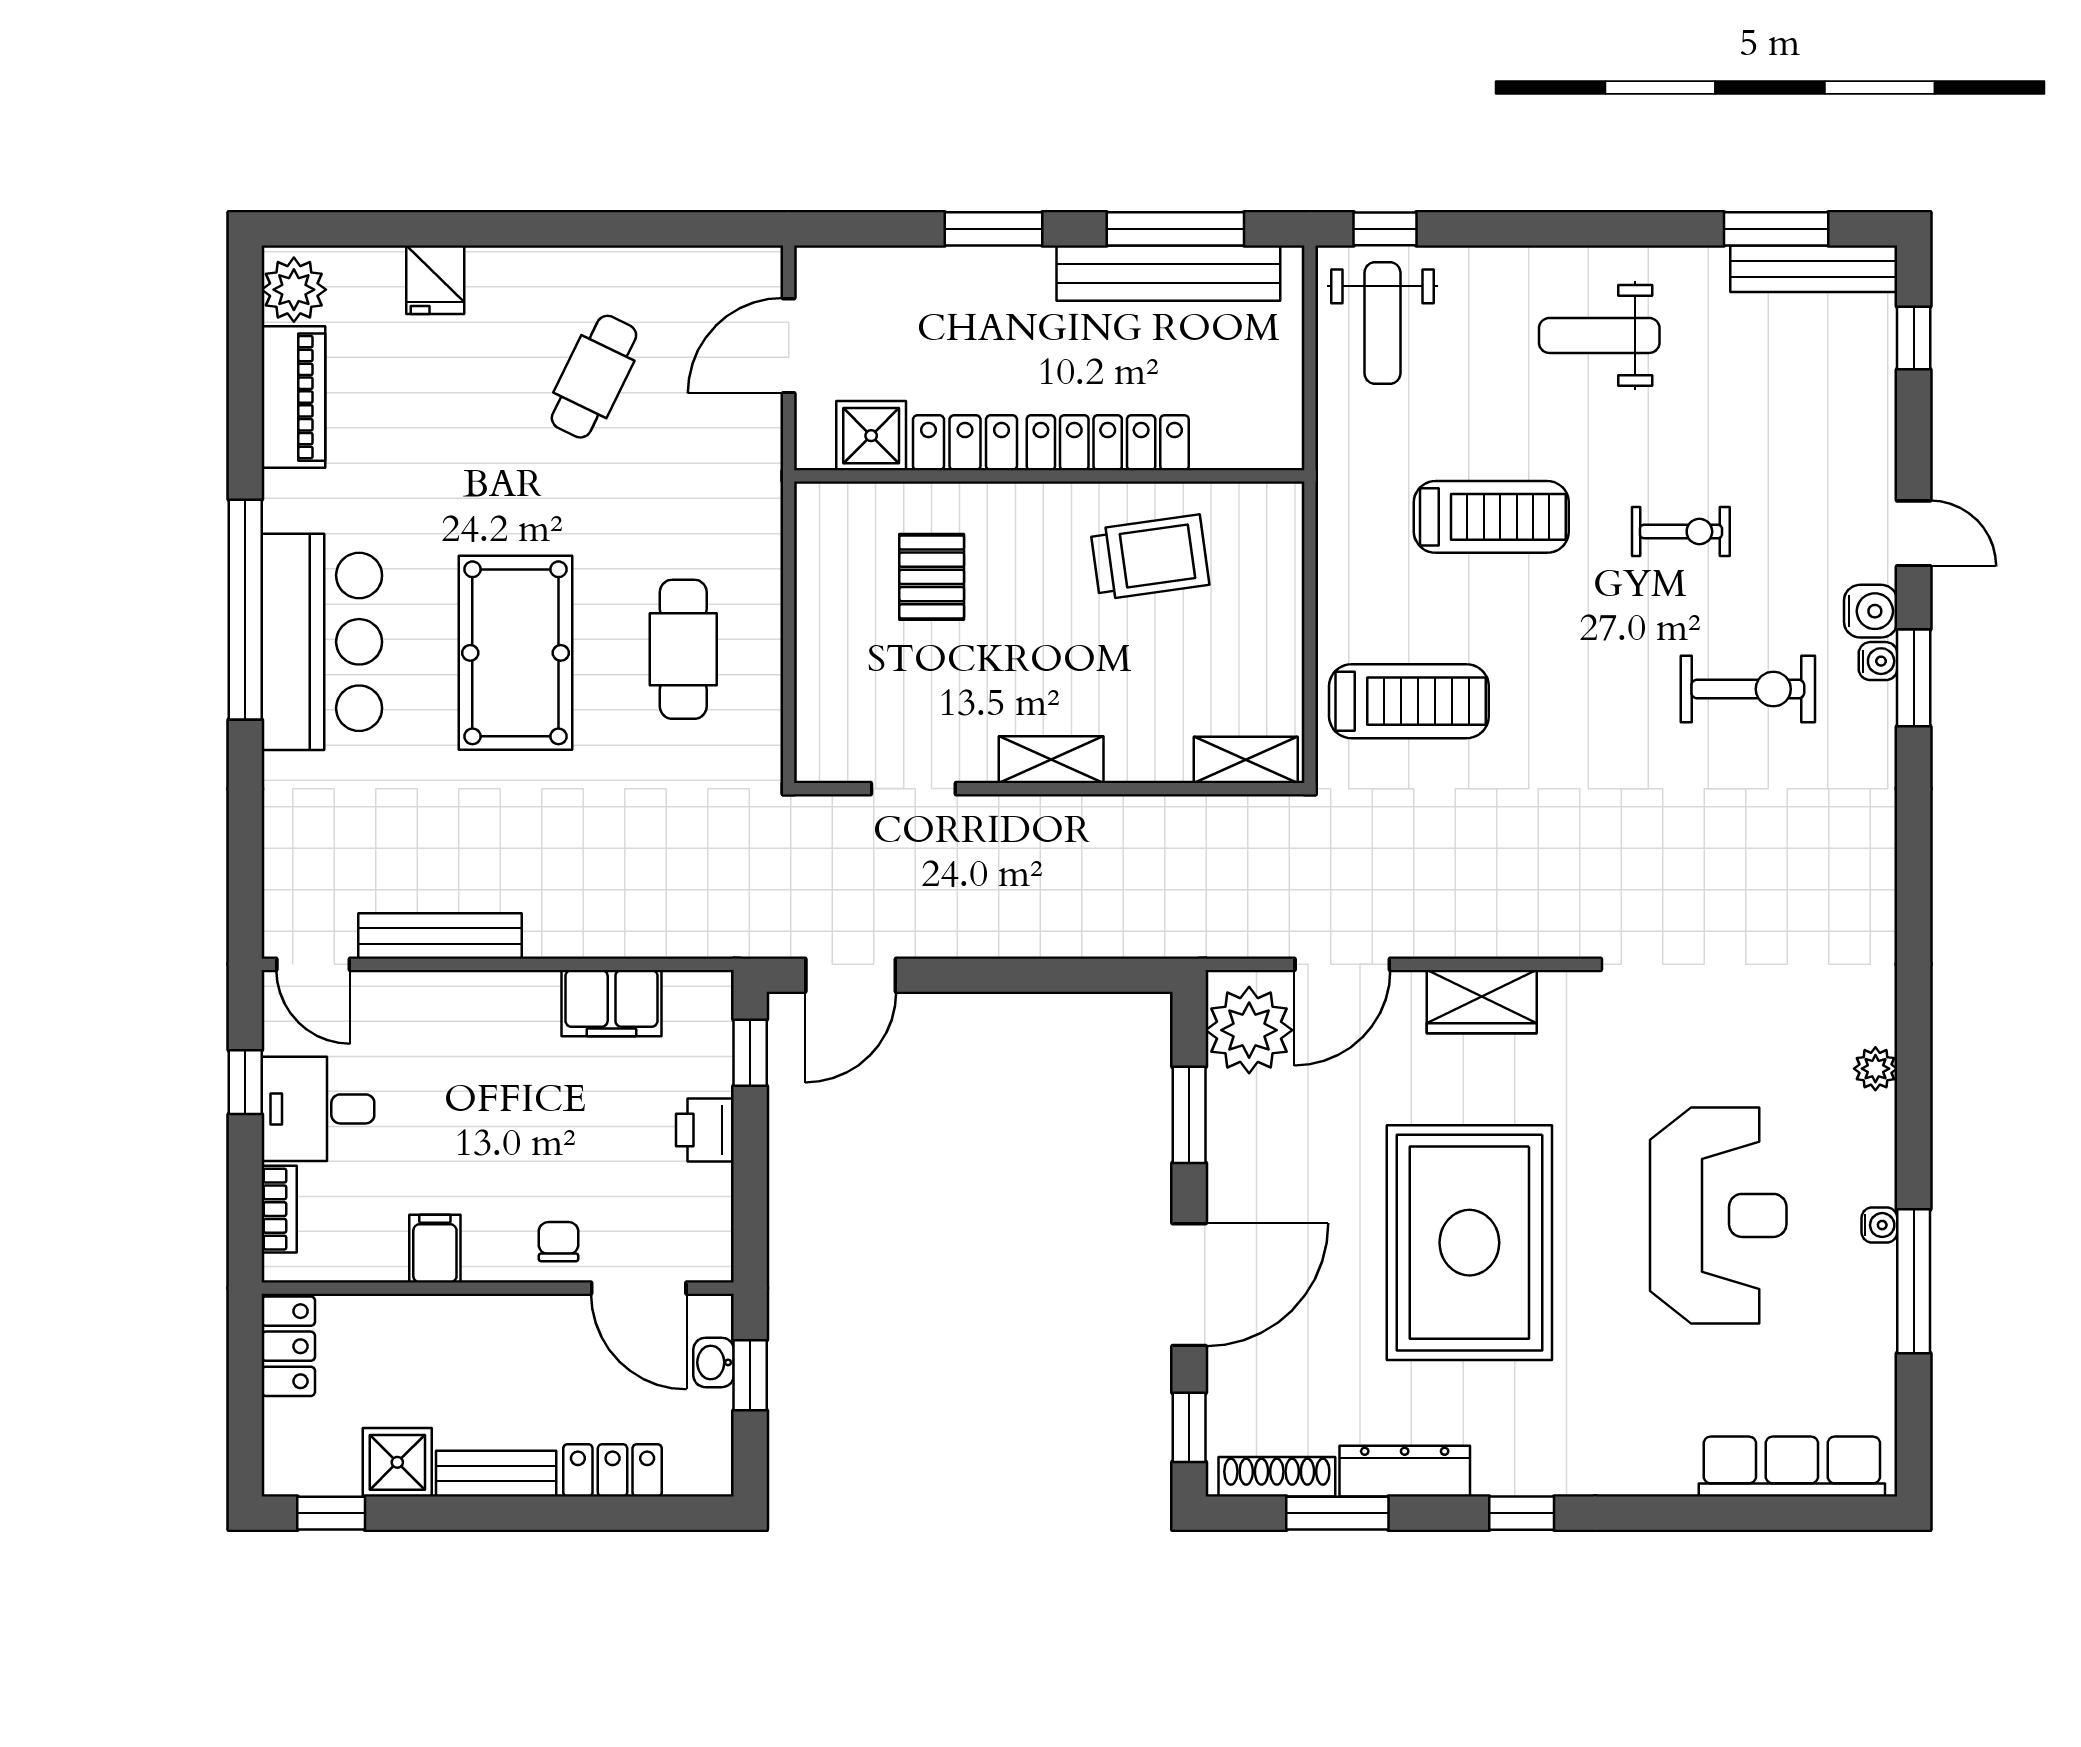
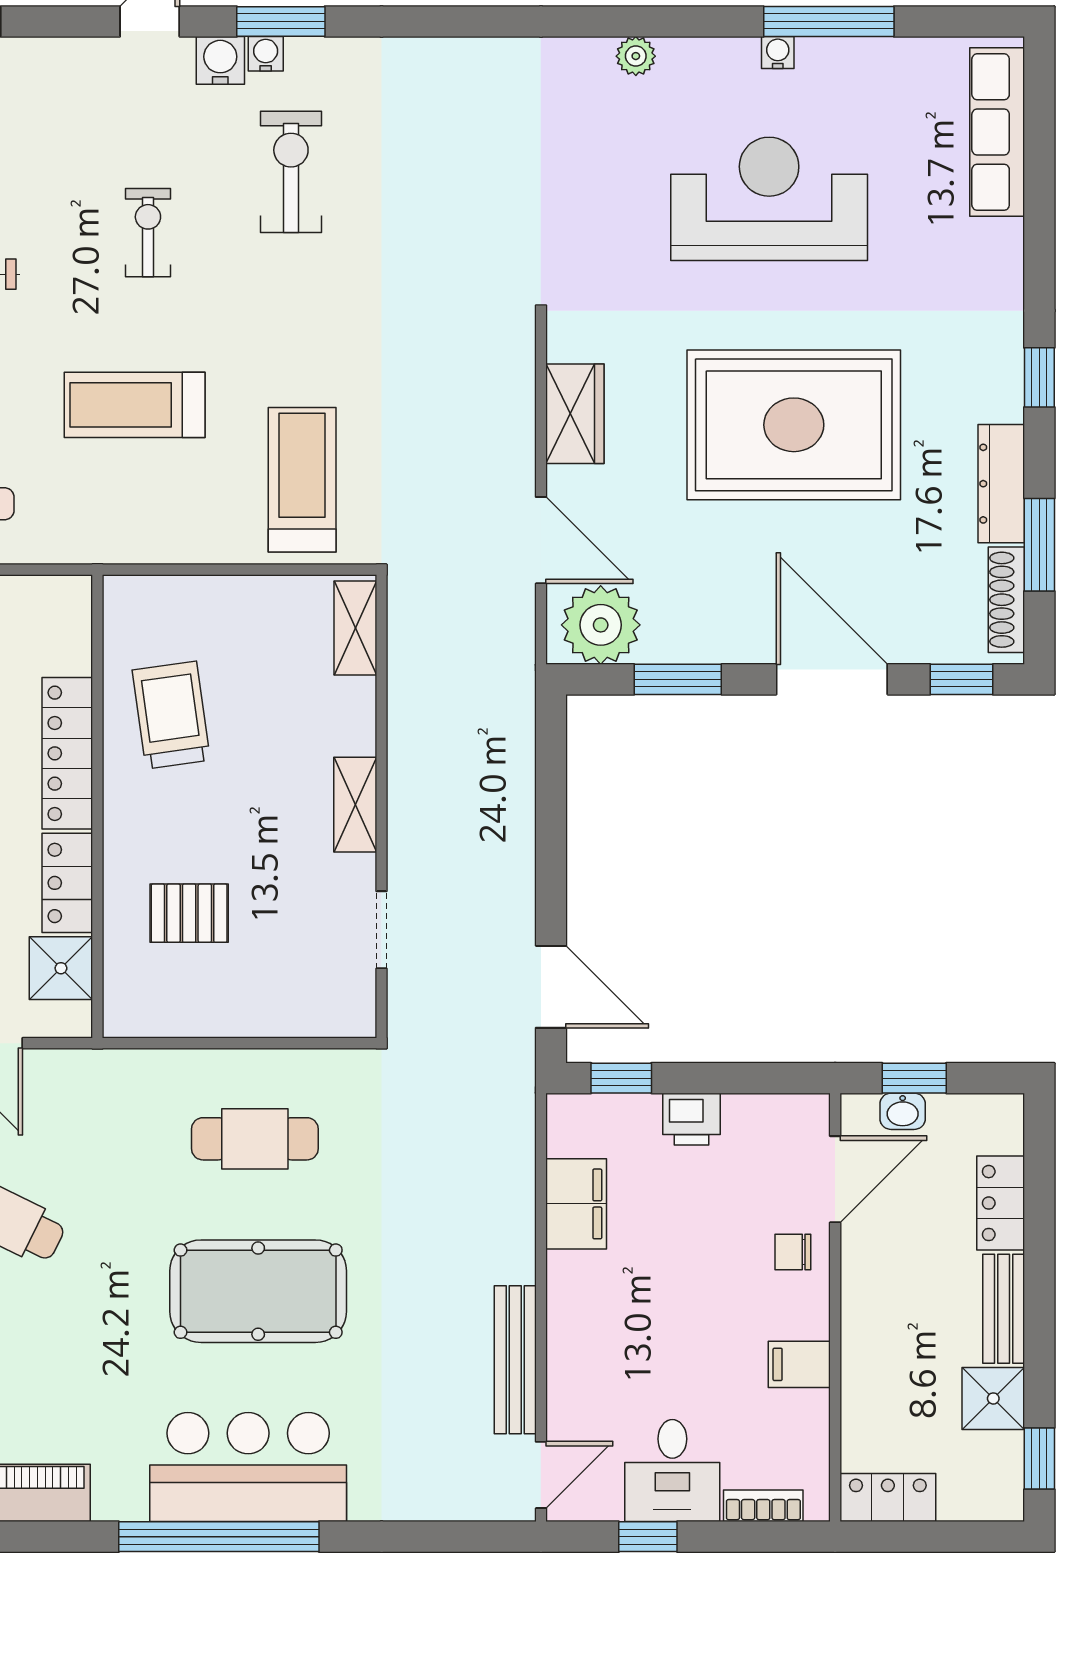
treadmill: (1491, 517) -> (135, 405), turned -90

